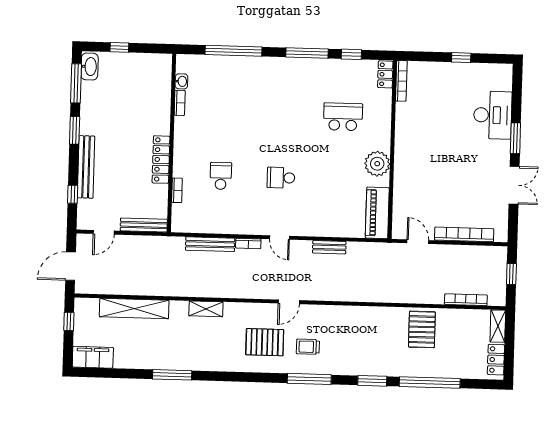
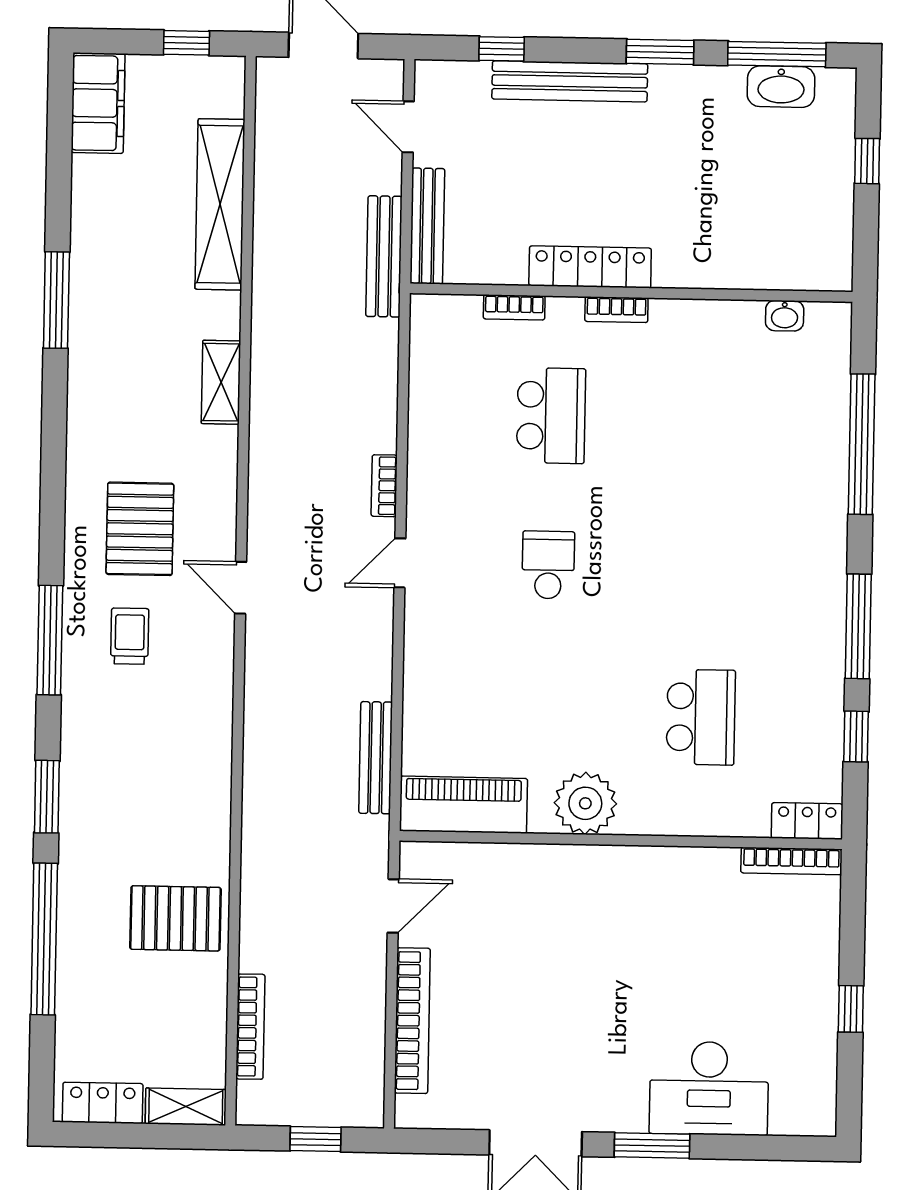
washbasin: (90, 67) -> (781, 87), moved
bookcase: (180, 103) -> (616, 310), moved
school desk: (221, 176) -> (551, 416), width x1.85
bench: (210, 244) -> (384, 256), moved
bench: (329, 247) -> (376, 758), moved, width x1.36

